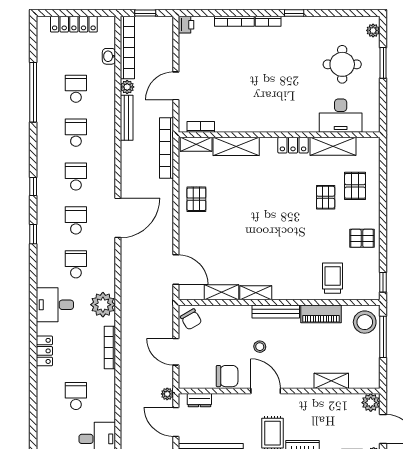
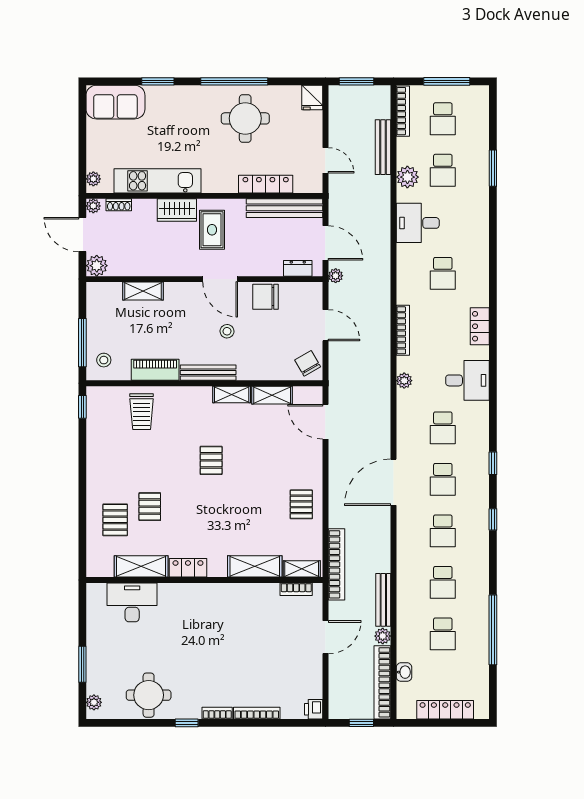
round table: (342, 64) -> (149, 695), moved
pallet: (362, 238) -> (211, 460), moved, turned 90
plant: (103, 305) -> (404, 381), width x0.53, depth x0.53
stool: (365, 322) -> (104, 360), width x0.53, depth x0.53

